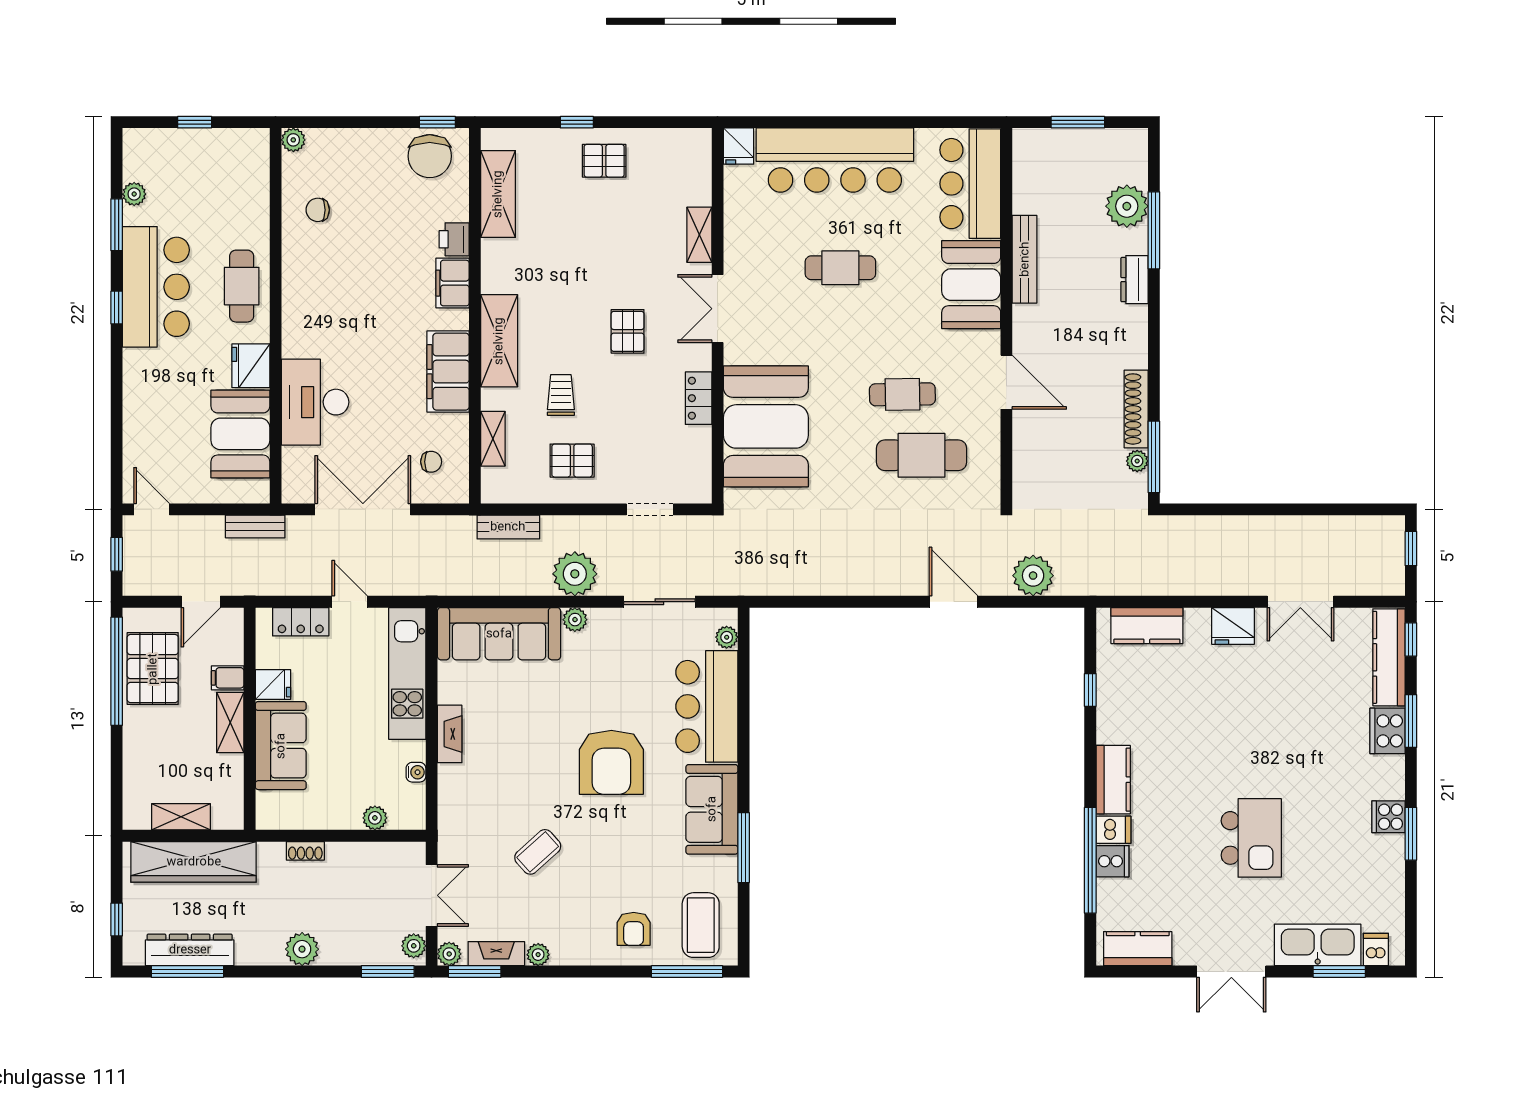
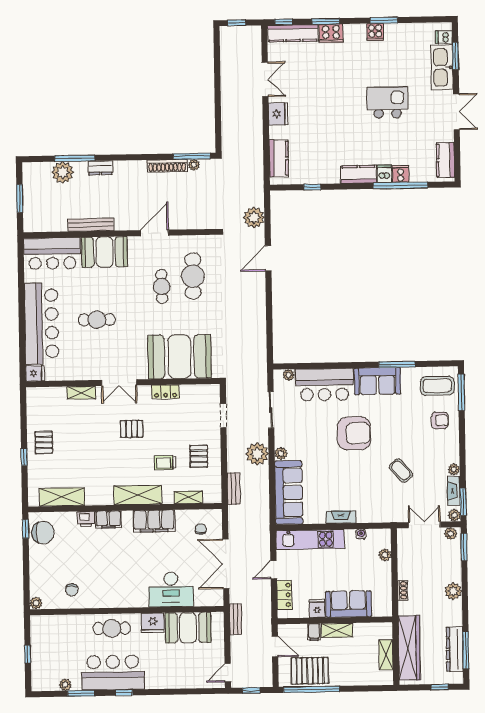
cafe table: (840, 268) -> (97, 320), turned 90

